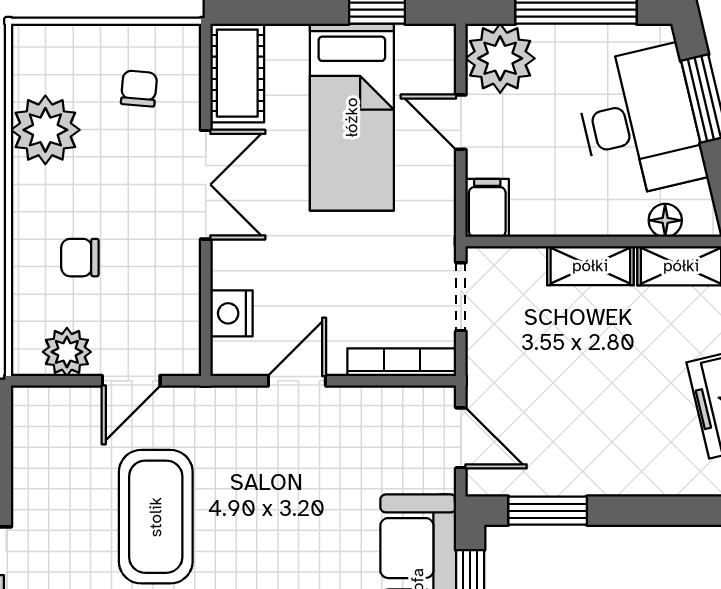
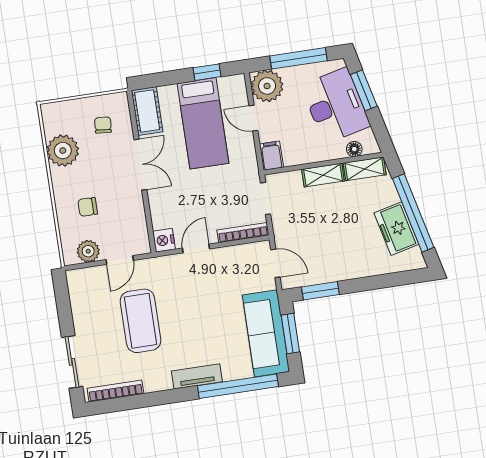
nightstand: (231, 313) -> (164, 240), moved

